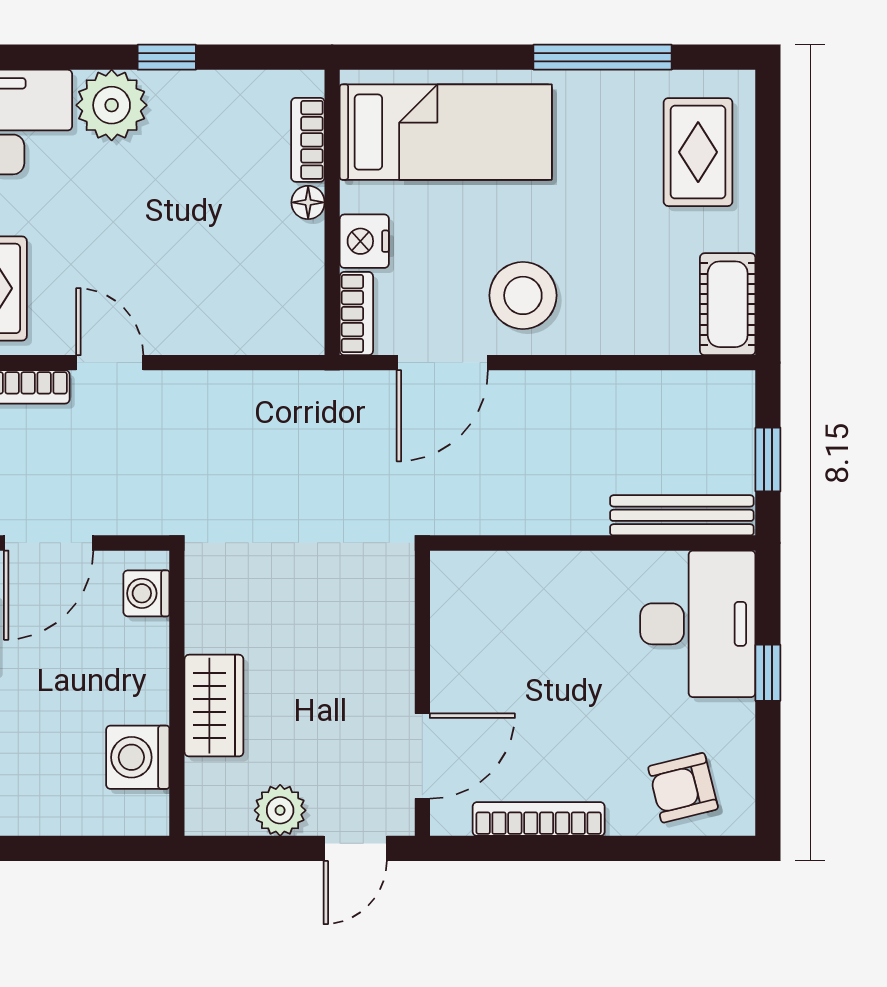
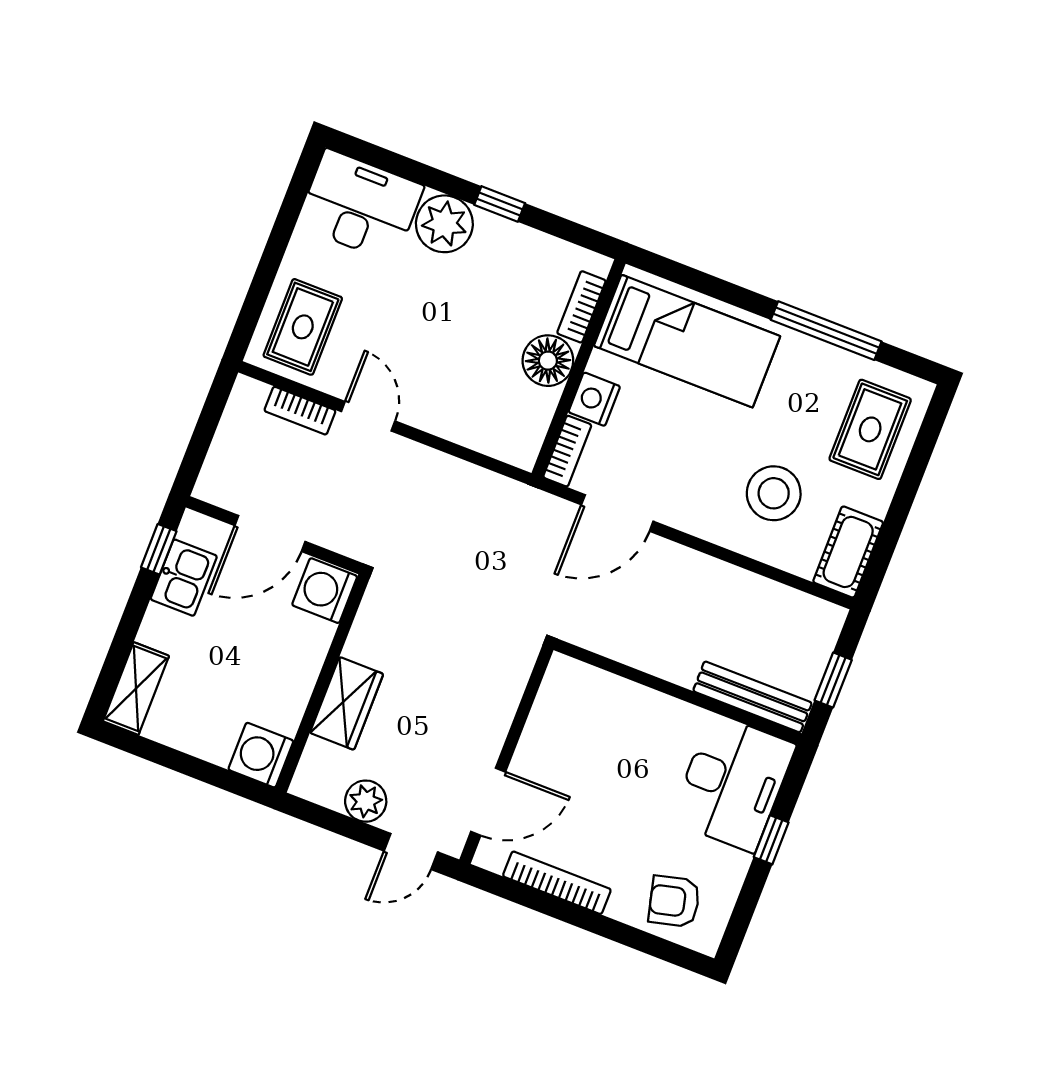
floor lamp: (308, 202) -> (548, 361), width x1.89, depth x1.89
stool: (523, 295) -> (774, 493), moved
washing machine: (146, 593) -> (325, 591), width x1.38, depth x1.38
washing machine: (138, 757) -> (261, 755), moved

